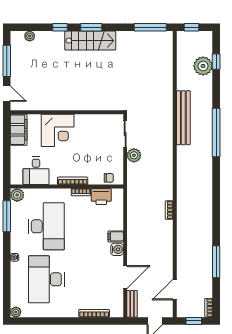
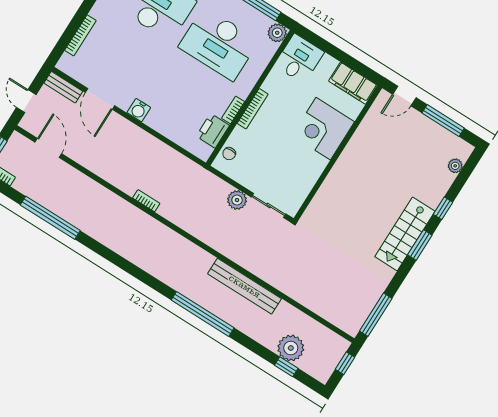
desk: (36, 171) -> (299, 59), moved, turned 90
filing cabinet: (116, 236) -> (155, 118), removed
window: (216, 262) -> (50, 218), width x1.46

